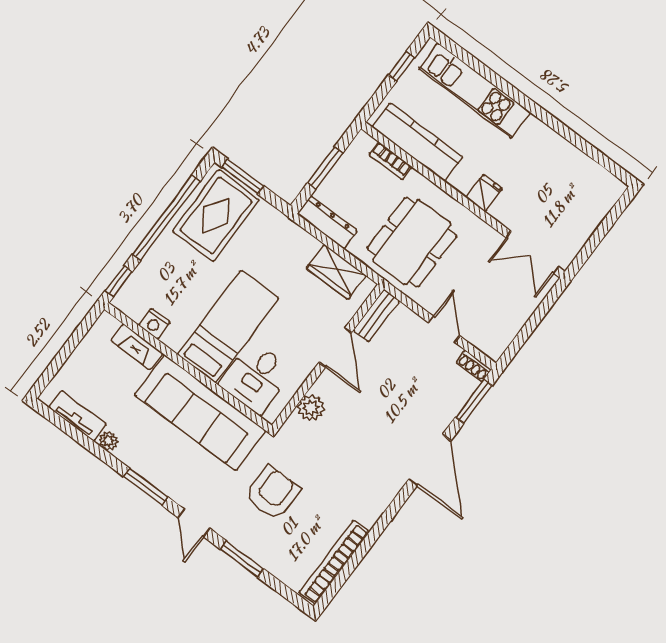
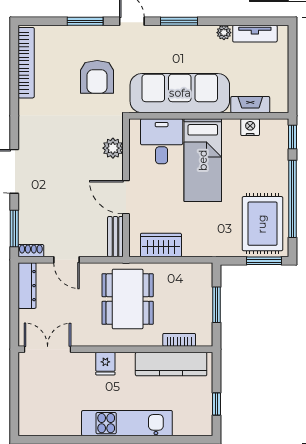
kitchen unit: (474, 91) -> (127, 423), moved
dresser: (327, 222) -> (27, 286), moved, turned -90

